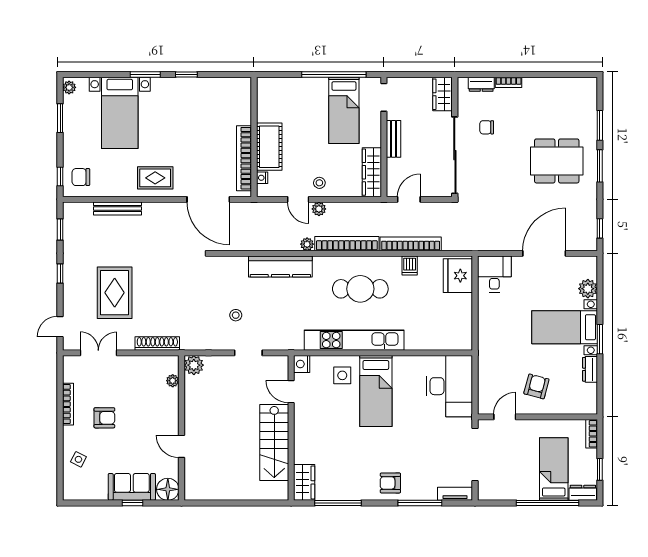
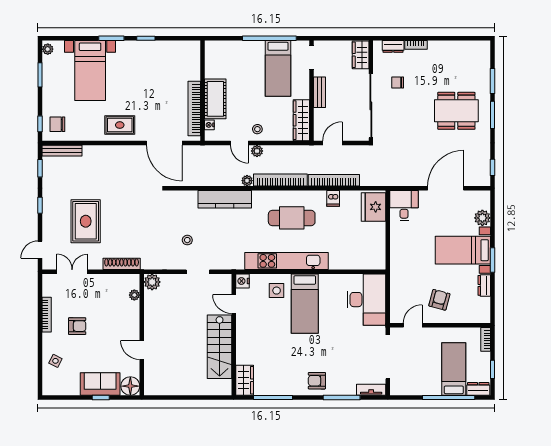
bench: (118, 209) -> (62, 151), moved

